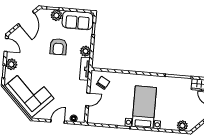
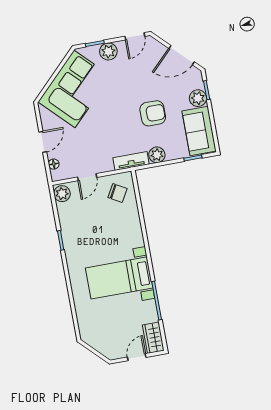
armchair: (58, 47) -> (153, 113), turned 180
door: (88, 99) -> (87, 177), hinge flipped
bed with nightstands: (144, 107) -> (119, 278), moved, turned 180
door: (58, 122) -> (43, 142), hinge flipped
plant: (182, 126) -> (62, 194), moved

